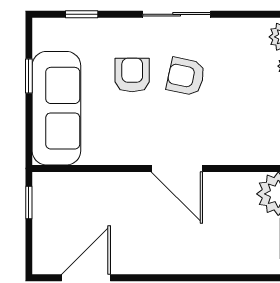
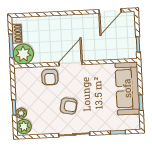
armchair: (132, 75) -> (50, 77), moved
door: (177, 169) -> (71, 63), hinge flipped

